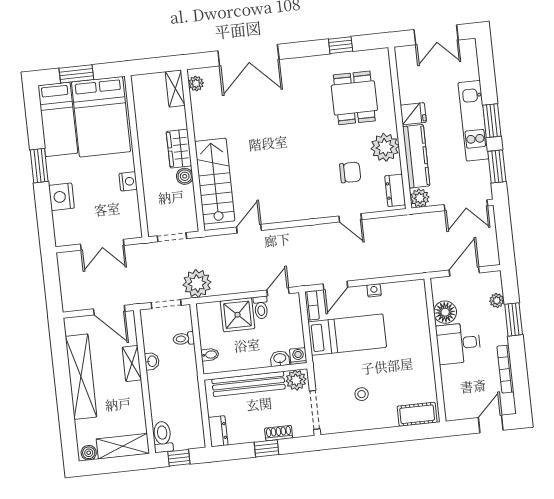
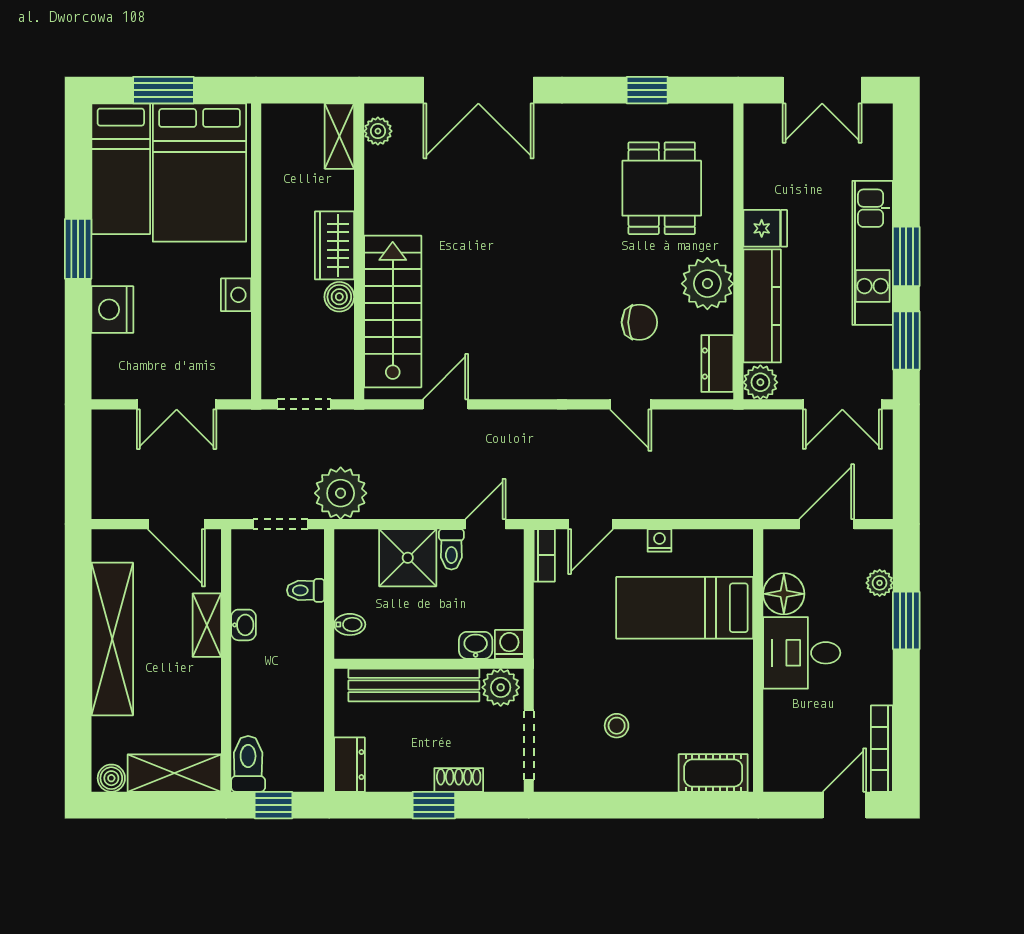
bed: (347, 335) -> (685, 608), moved, turned 180
bookcase: (505, 369) -> (882, 749), moved

